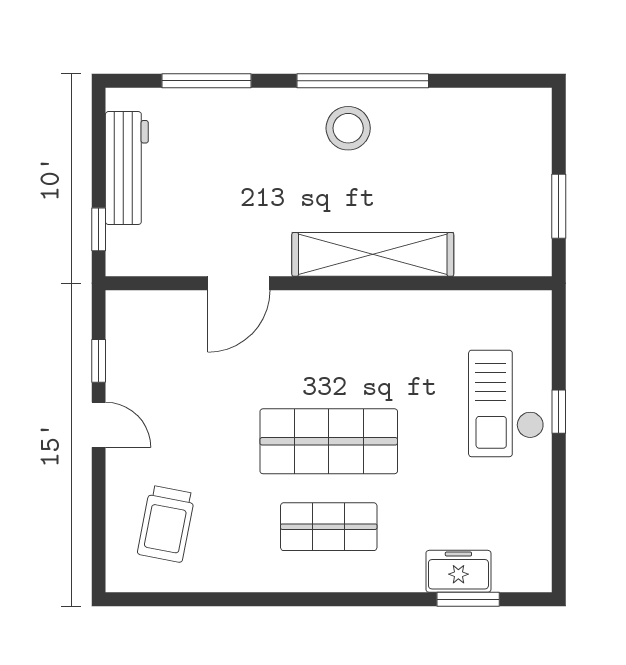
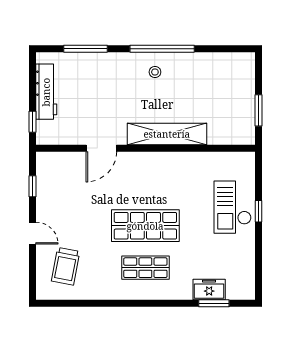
stool: (348, 128) -> (155, 72), width x0.53, depth x0.53
door: (99, 425) -> (32, 233), moved

